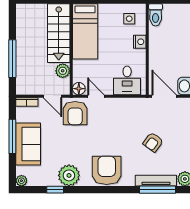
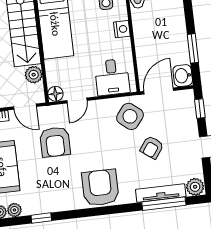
door: (96, 96) -> (77, 100), swing flipped
door: (164, 96) -> (159, 91), hinge flipped
armchair: (75, 113) -> (55, 142), moved
side table: (138, 114) -> (130, 116), added
plant: (69, 175) -> (14, 210), moved, width x0.53, depth x0.53

